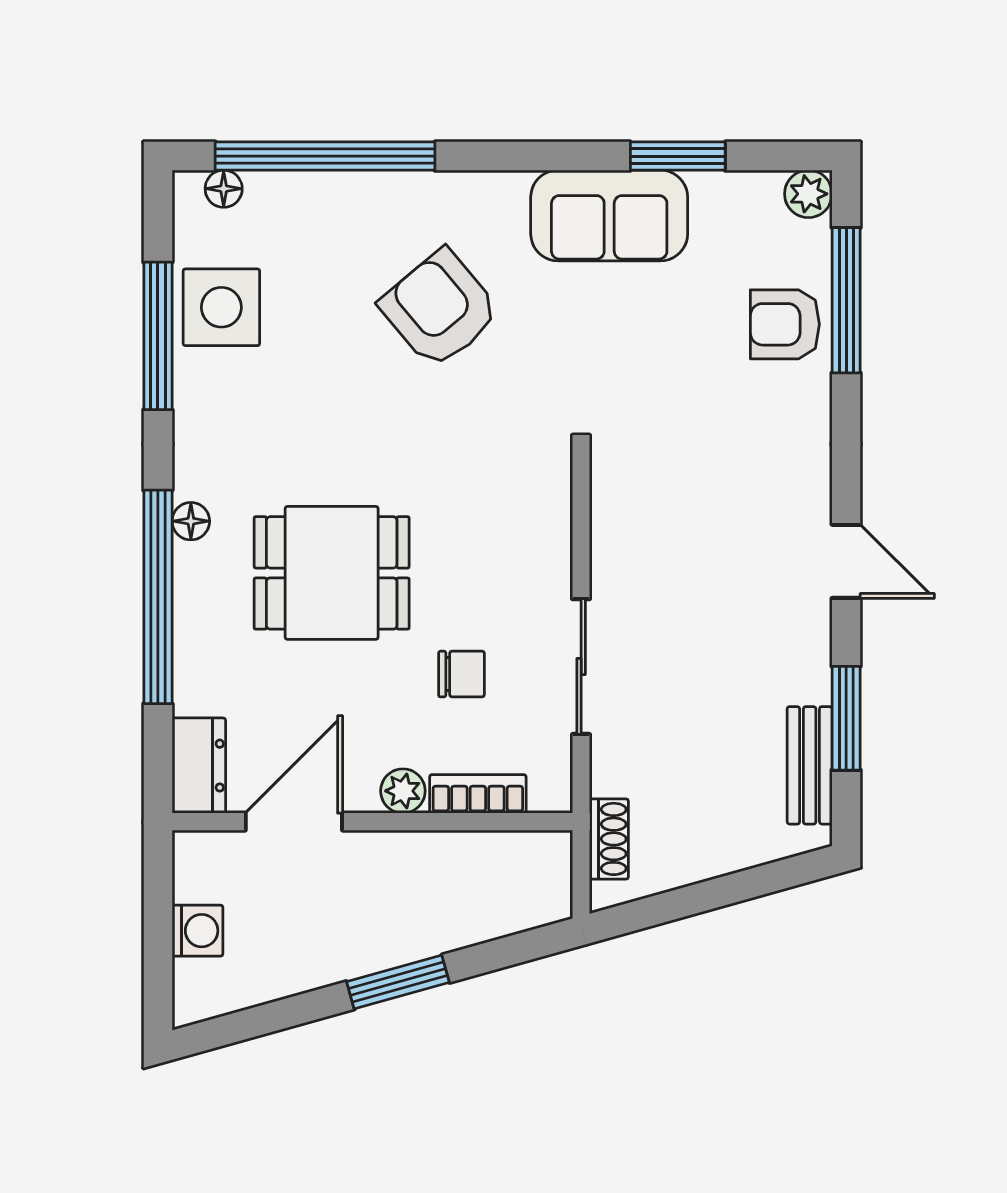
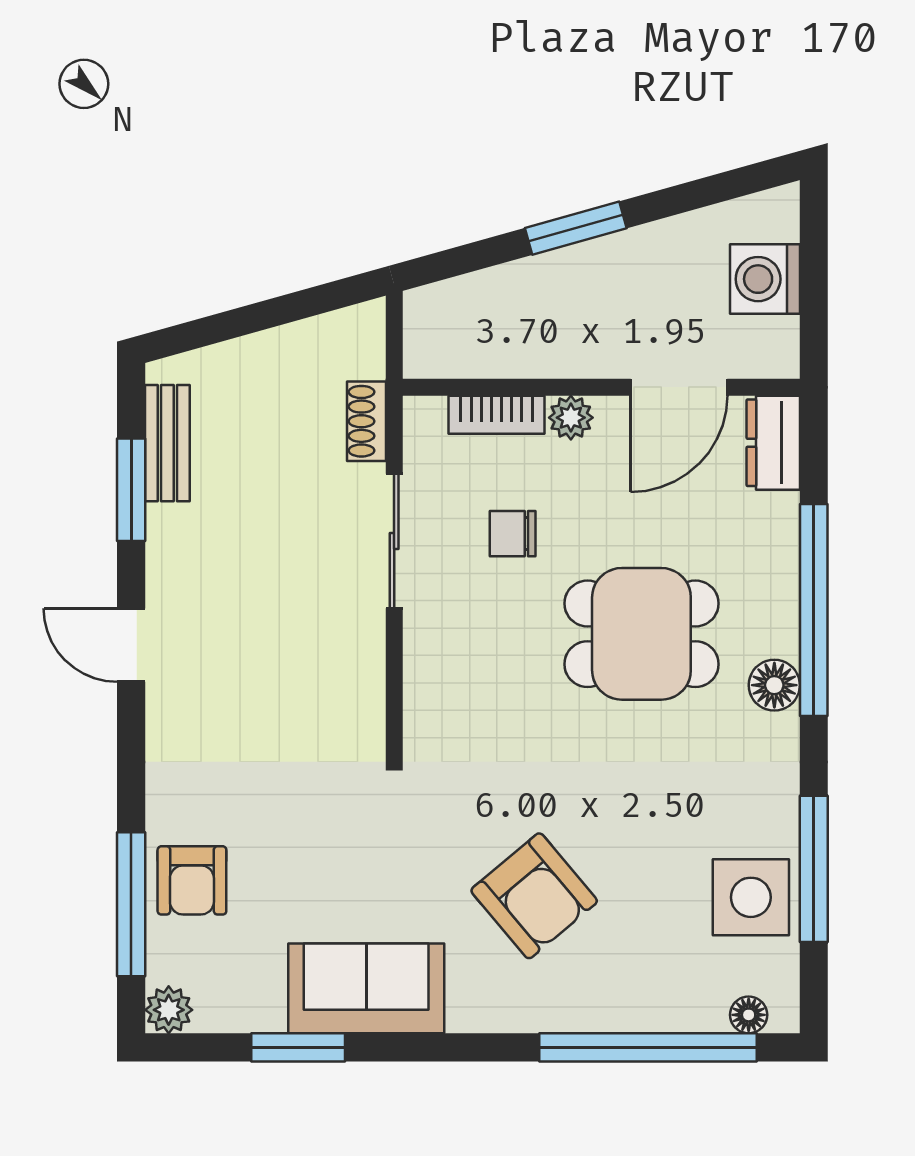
armchair: (785, 324) -> (192, 880), turned 90
floor lamp: (191, 521) -> (774, 685), width x1.37, depth x1.37
shoe rack: (609, 839) -> (366, 421), moved
washing machine: (198, 931) -> (765, 279), width x1.38, depth x1.38

